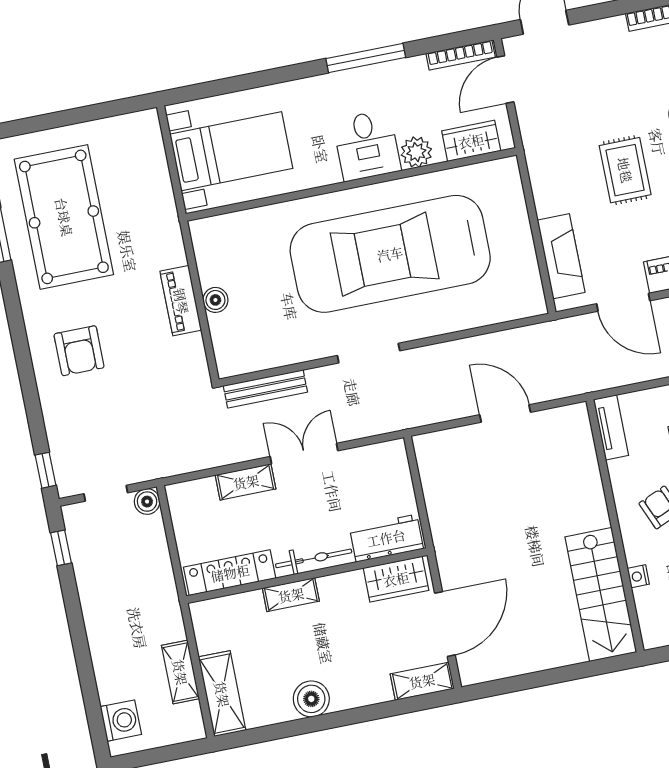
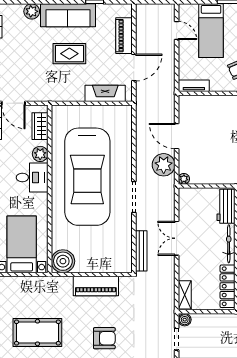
pool table: (64, 217) -> (37, 333), width x0.73, depth x0.76
boiler: (215, 300) -> (63, 261), moved, width x1.86, depth x1.86
piano: (181, 301) -> (96, 286), width x1.37, depth x1.33
plant: (443, 399) -> (164, 165), added
door: (505, 413) -> (177, 136), hinge flipped
plant: (424, 444) -> (184, 179), added
shelving: (246, 482) -> (185, 295), moved

